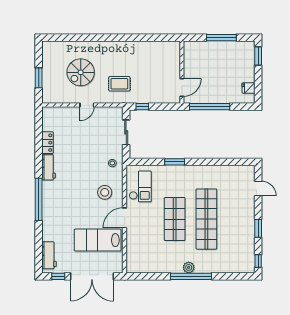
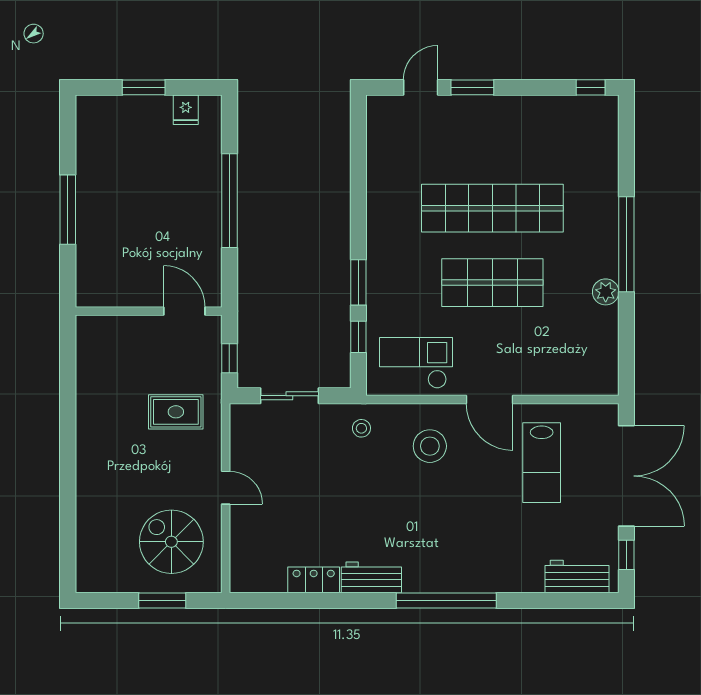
window: (221, 38) -> (68, 210), moved
window: (258, 56) -> (144, 87), moved
spiral stairs: (81, 72) -> (171, 542), moved, turned 180
wall: (182, 72) -> (149, 311), moved
rug: (119, 84) -> (176, 412), turned 90
door: (182, 87) -> (184, 311), moved
window: (151, 162) -> (358, 337), added
window: (258, 228) -> (472, 87), moved
lab bench: (98, 240) -> (542, 463), width x0.73, depth x0.72
plant: (189, 267) -> (606, 292), moved

